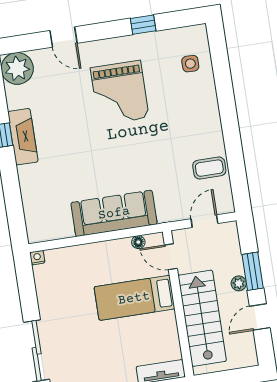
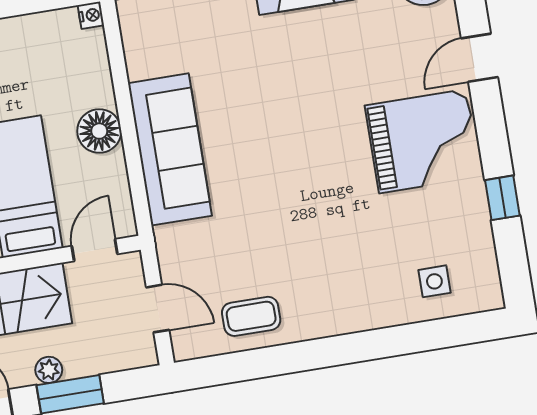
grand piano: (120, 93) -> (423, 141), moved, turned 180
coffee table: (209, 168) -> (251, 316), turned 90
floor lamp: (138, 242) -> (99, 131), moved, width x1.89, depth x1.89

